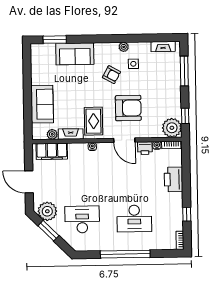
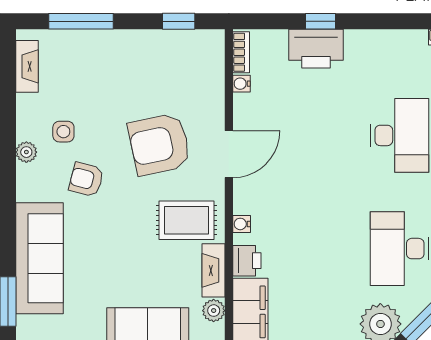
sofa: (75, 54) -> (40, 258), width x1.36
armchair: (111, 75) -> (86, 180), turned -104
armchair: (128, 108) -> (159, 144), turned -102
plant: (172, 128) -> (204, 50), removed
printer: (145, 148) -> (247, 261), moved
window: (187, 214) -> (320, 21), moved

